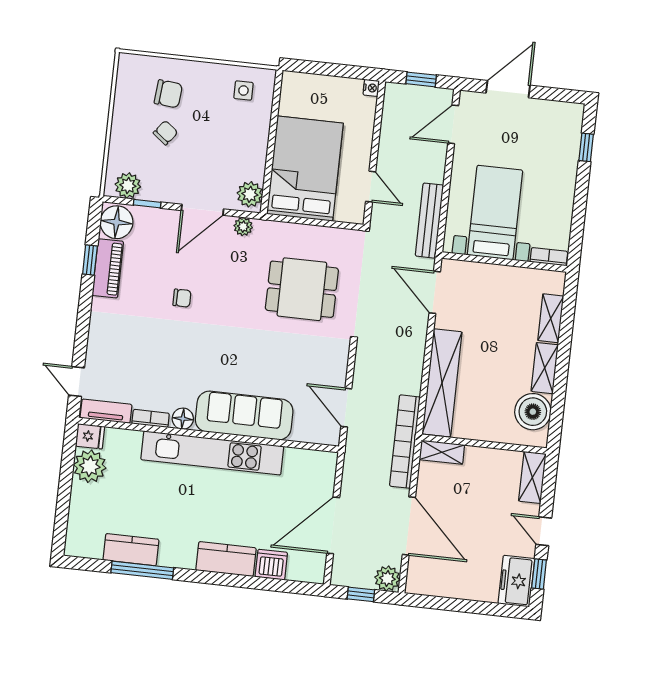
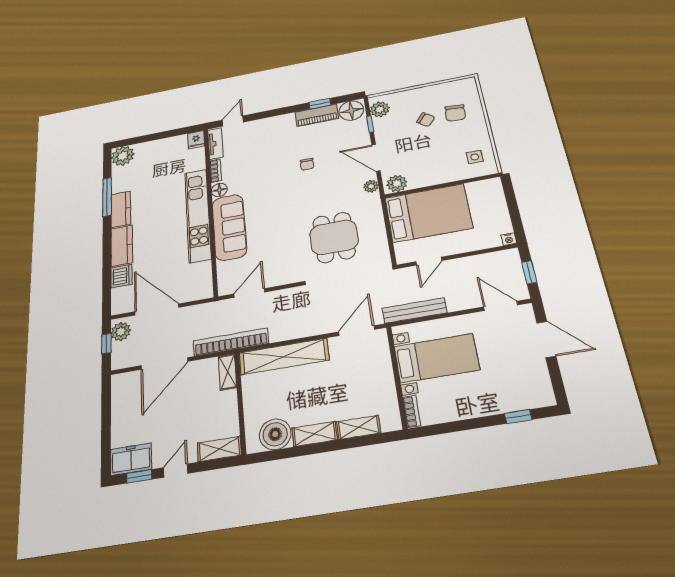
plant: (90, 466) -> (123, 156), moved
kitchen counter: (131, 550) -> (121, 209), moved
plant: (387, 579) -> (121, 332), moved

